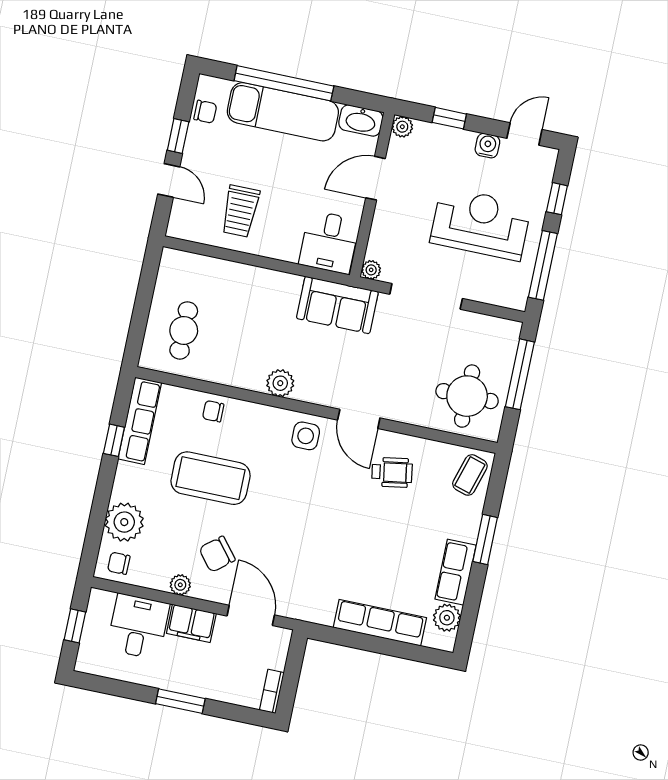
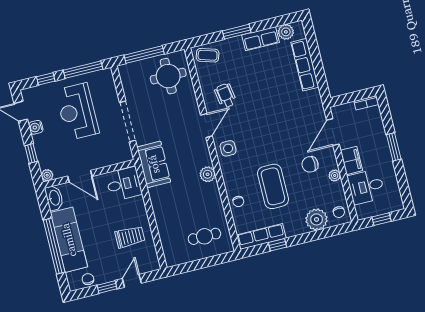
plant: (371, 270) -> (128, 156), removed
chair: (217, 554) -> (310, 164), turned 129

